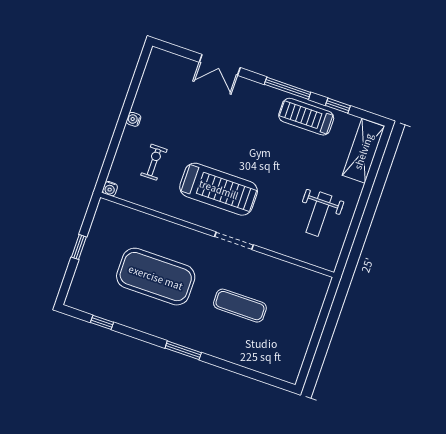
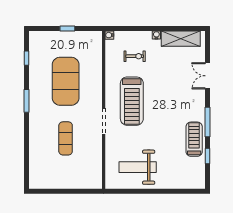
shelving: (363, 151) -> (181, 39), moved
weight bench: (319, 214) -> (138, 167), width x1.36, depth x1.33
window: (183, 350) -> (27, 101), moved

